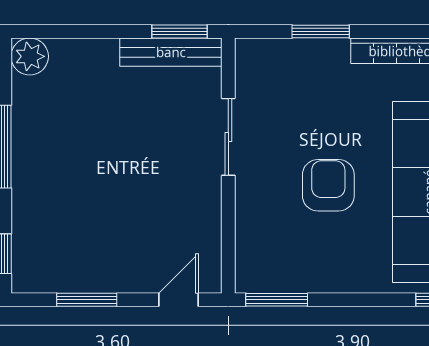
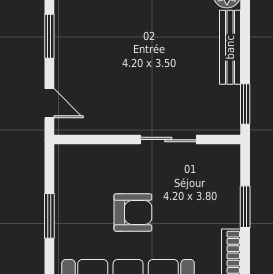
bench: (171, 52) -> (230, 47), moved
window: (277, 300) -> (49, 216), moved

